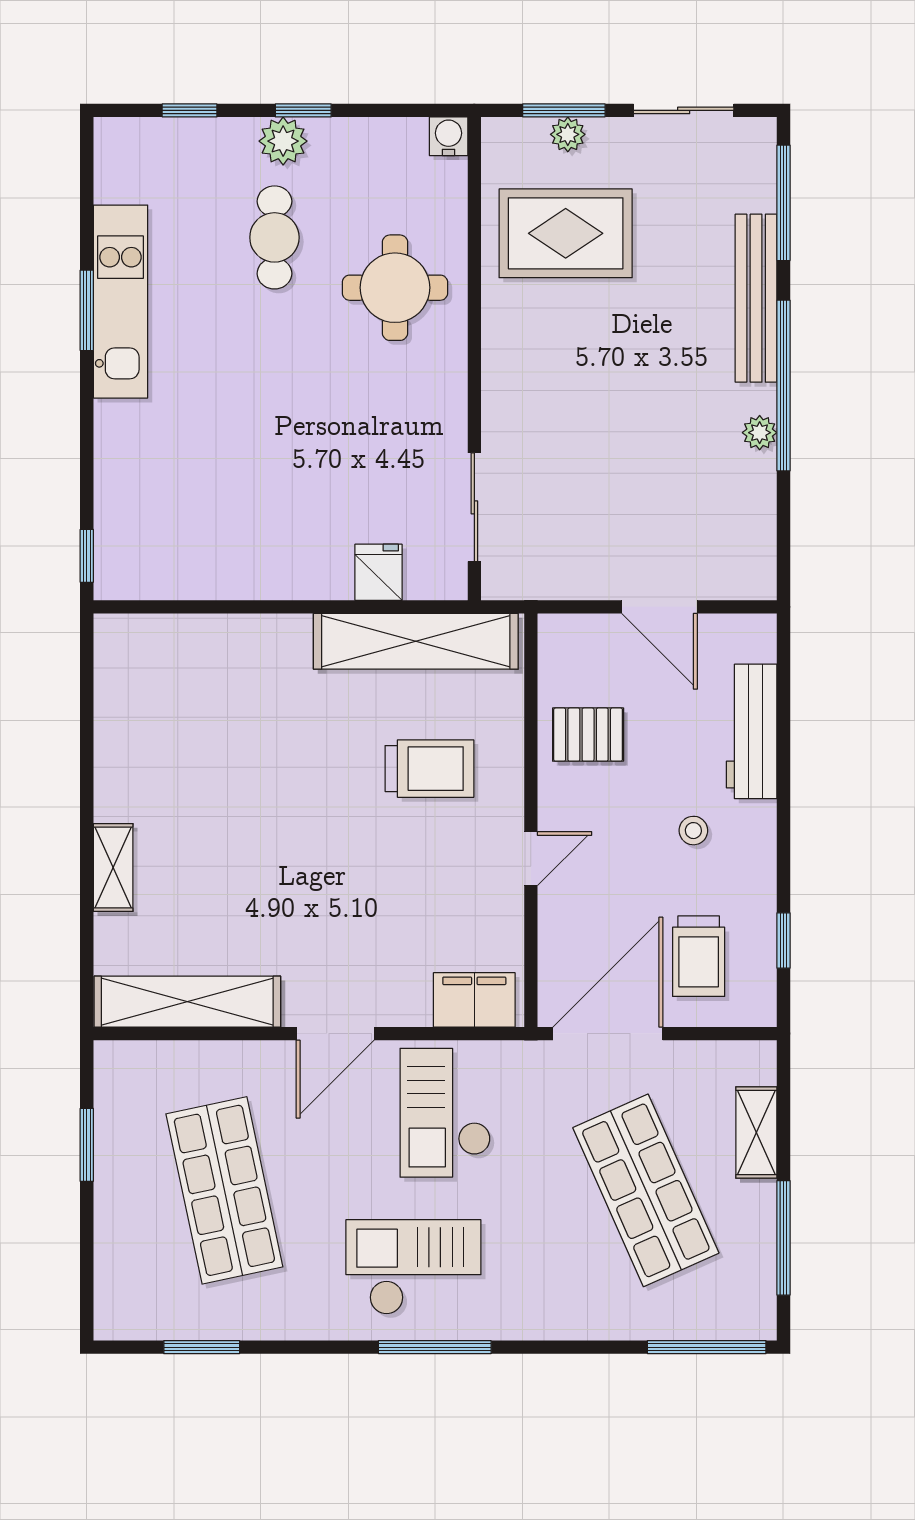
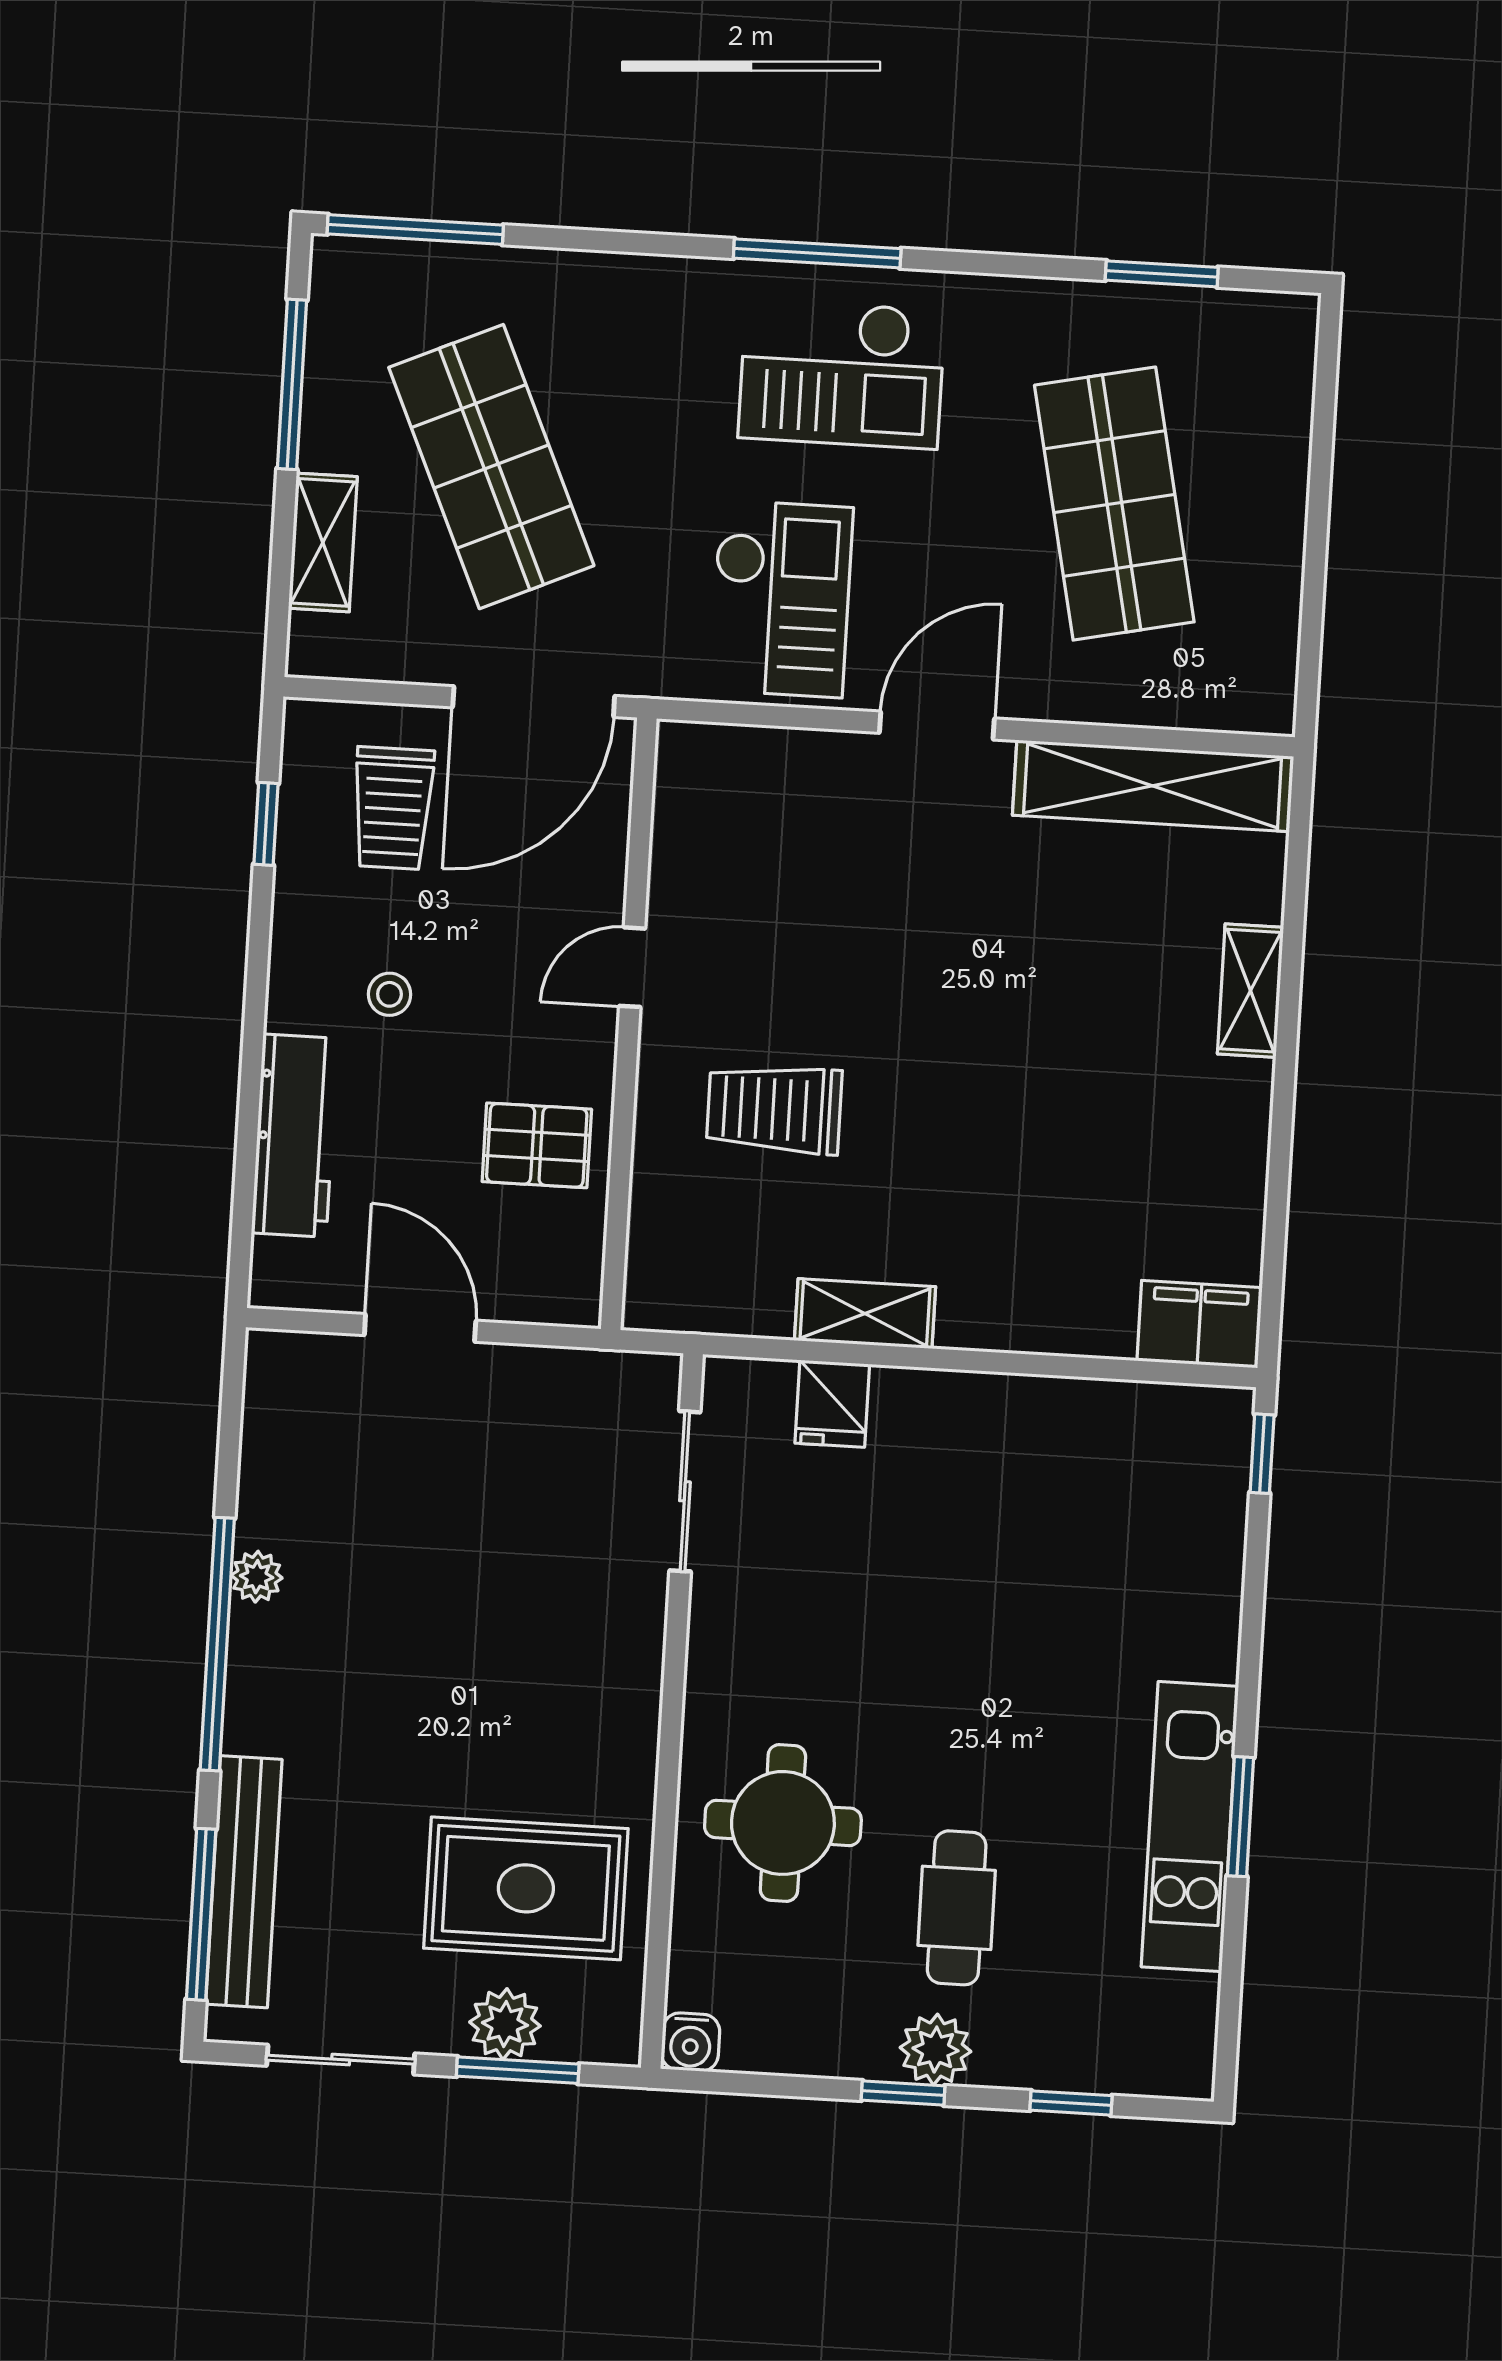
plant: (568, 134) -> (505, 2024), width x1.38, depth x1.38
bench: (756, 298) -> (244, 1882), moved
shelving: (416, 641) -> (865, 1314), width x0.45, depth x0.75
trolley: (699, 956) -> (393, 808), turned 180
filing cabinet: (474, 1000) -> (1200, 1324), moved, turned 180
window: (87, 1145) -> (1314, 583), removed

